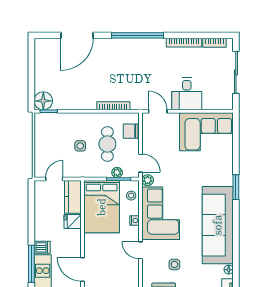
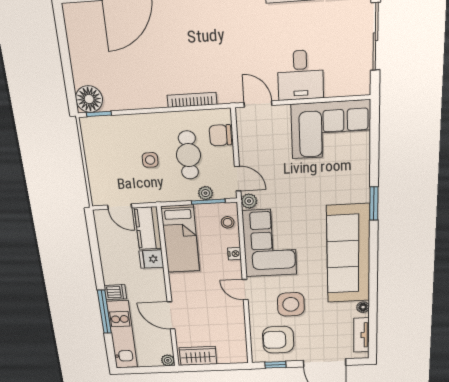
door: (54, 179) -> (120, 206), swing flipped
bed: (102, 207) -> (180, 239), width x0.67
side table: (174, 264) -> (291, 304), width x1.87, depth x1.87

